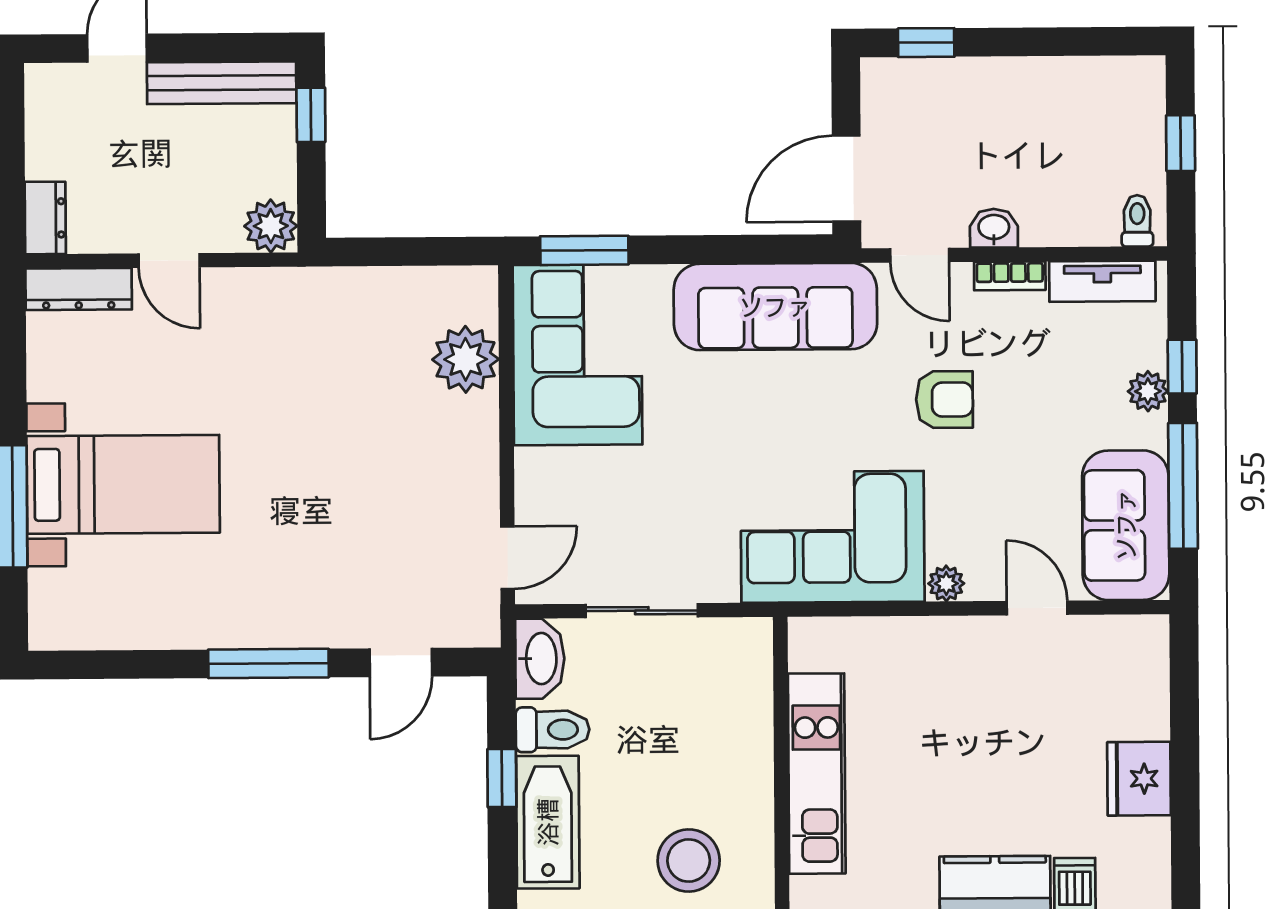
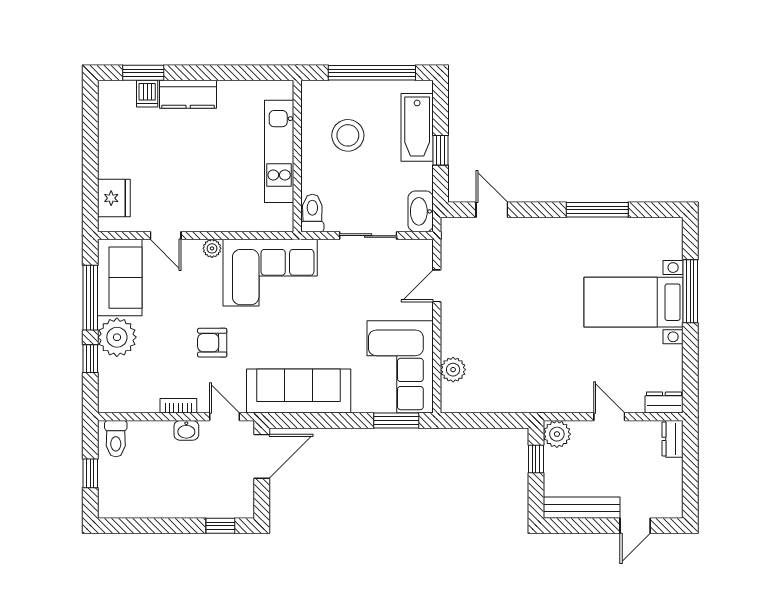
window: (311, 115) -> (536, 459), moved
toilet: (1137, 221) -> (116, 439), width x1.37, depth x1.39
tv unit: (1102, 281) -> (131, 403), removed
dresser: (79, 289) -> (664, 402), width x0.70
plant: (466, 359) -> (453, 370), width x0.73, depth x0.73
plant: (1148, 391) -> (117, 337), width x1.87, depth x1.87
door: (507, 558) -> (437, 286), moved
window: (268, 663) -> (597, 210), moved
door: (401, 663) -> (492, 210), hinge flipped
toilet: (553, 730) -> (312, 213), moved, turned 90
fridge: (1139, 779) -> (114, 198), moved
stool: (689, 861) -> (348, 135), moved

